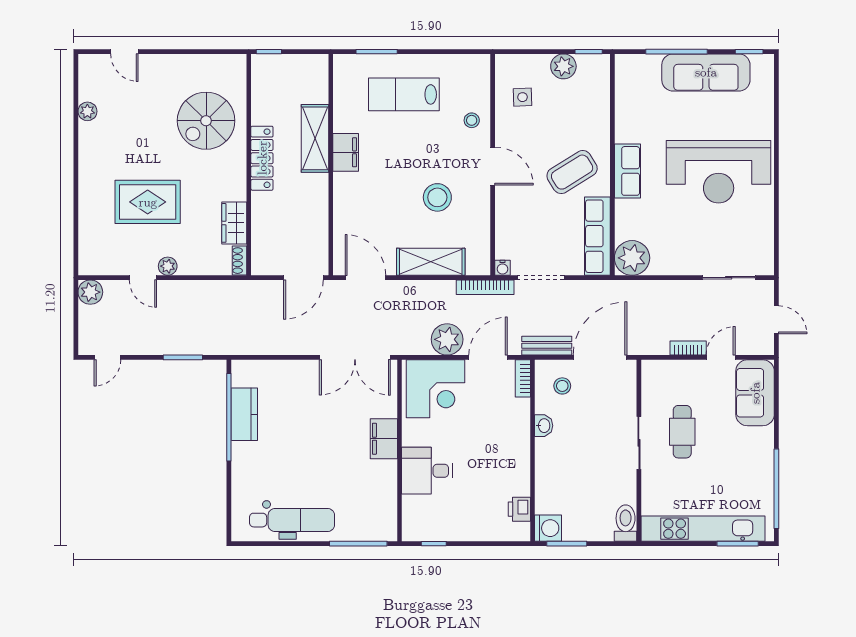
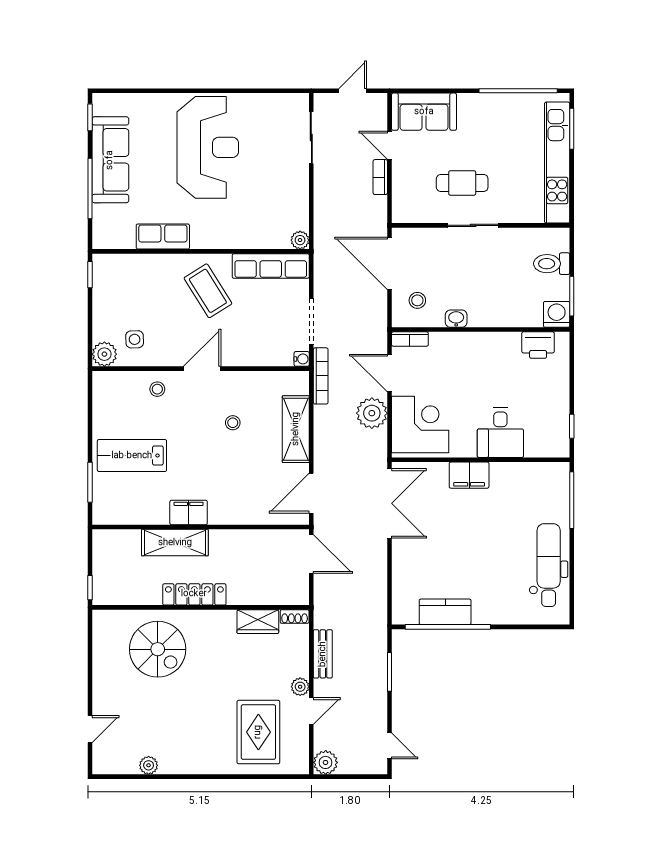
plant: (563, 66) -> (104, 354), moved
lab bench: (404, 94) -> (132, 456), turned 90
row of seats: (628, 171) -> (163, 237), moved
stool: (437, 197) -> (233, 423), width x0.53, depth x0.53
rug: (148, 202) -> (258, 732), moved
plant: (632, 258) -> (300, 240), width x0.53, depth x0.53
bench: (547, 346) -> (323, 654), moved
printer: (519, 509) -> (538, 345), width x1.36, depth x1.24
toilet: (626, 523) -> (552, 264), moved

